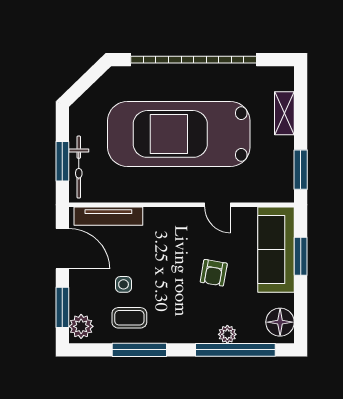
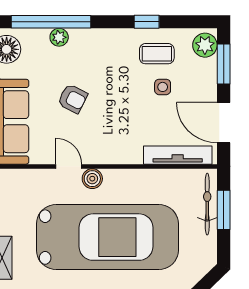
boiler: (194, 193) -> (92, 179), added
armchair: (214, 273) -> (73, 99), turned 107
window: (139, 350) -> (147, 22), width x0.46

